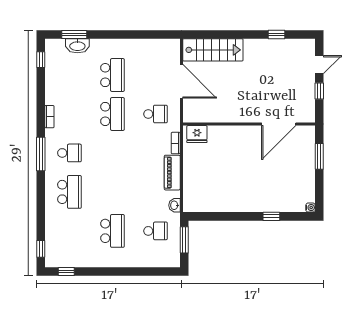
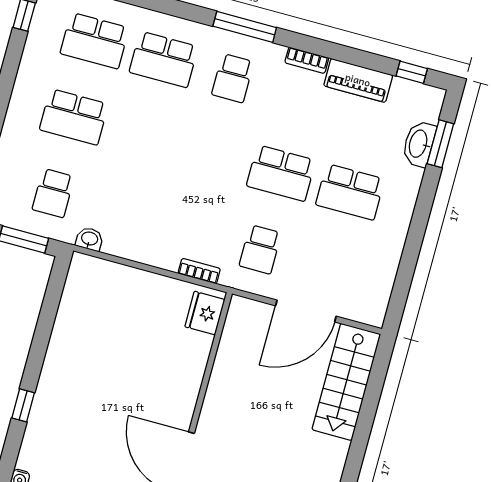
piano: (172, 173) -> (358, 80), moved, turned 180
school desk: (69, 231) -> (95, 41), added

